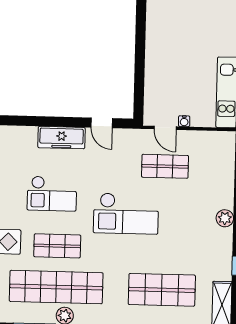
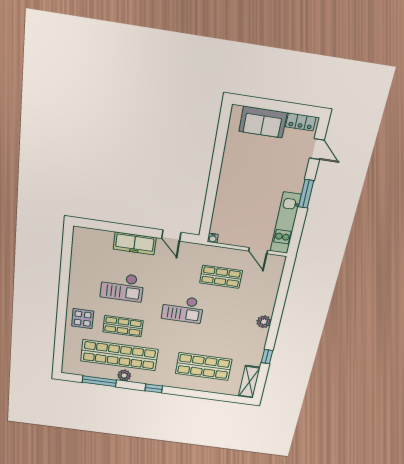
water cooler: (184, 121) -> (213, 238), moved
door: (165, 128) -> (258, 251), moved
checkout: (126, 214) -> (183, 309), width x0.73, depth x0.83

